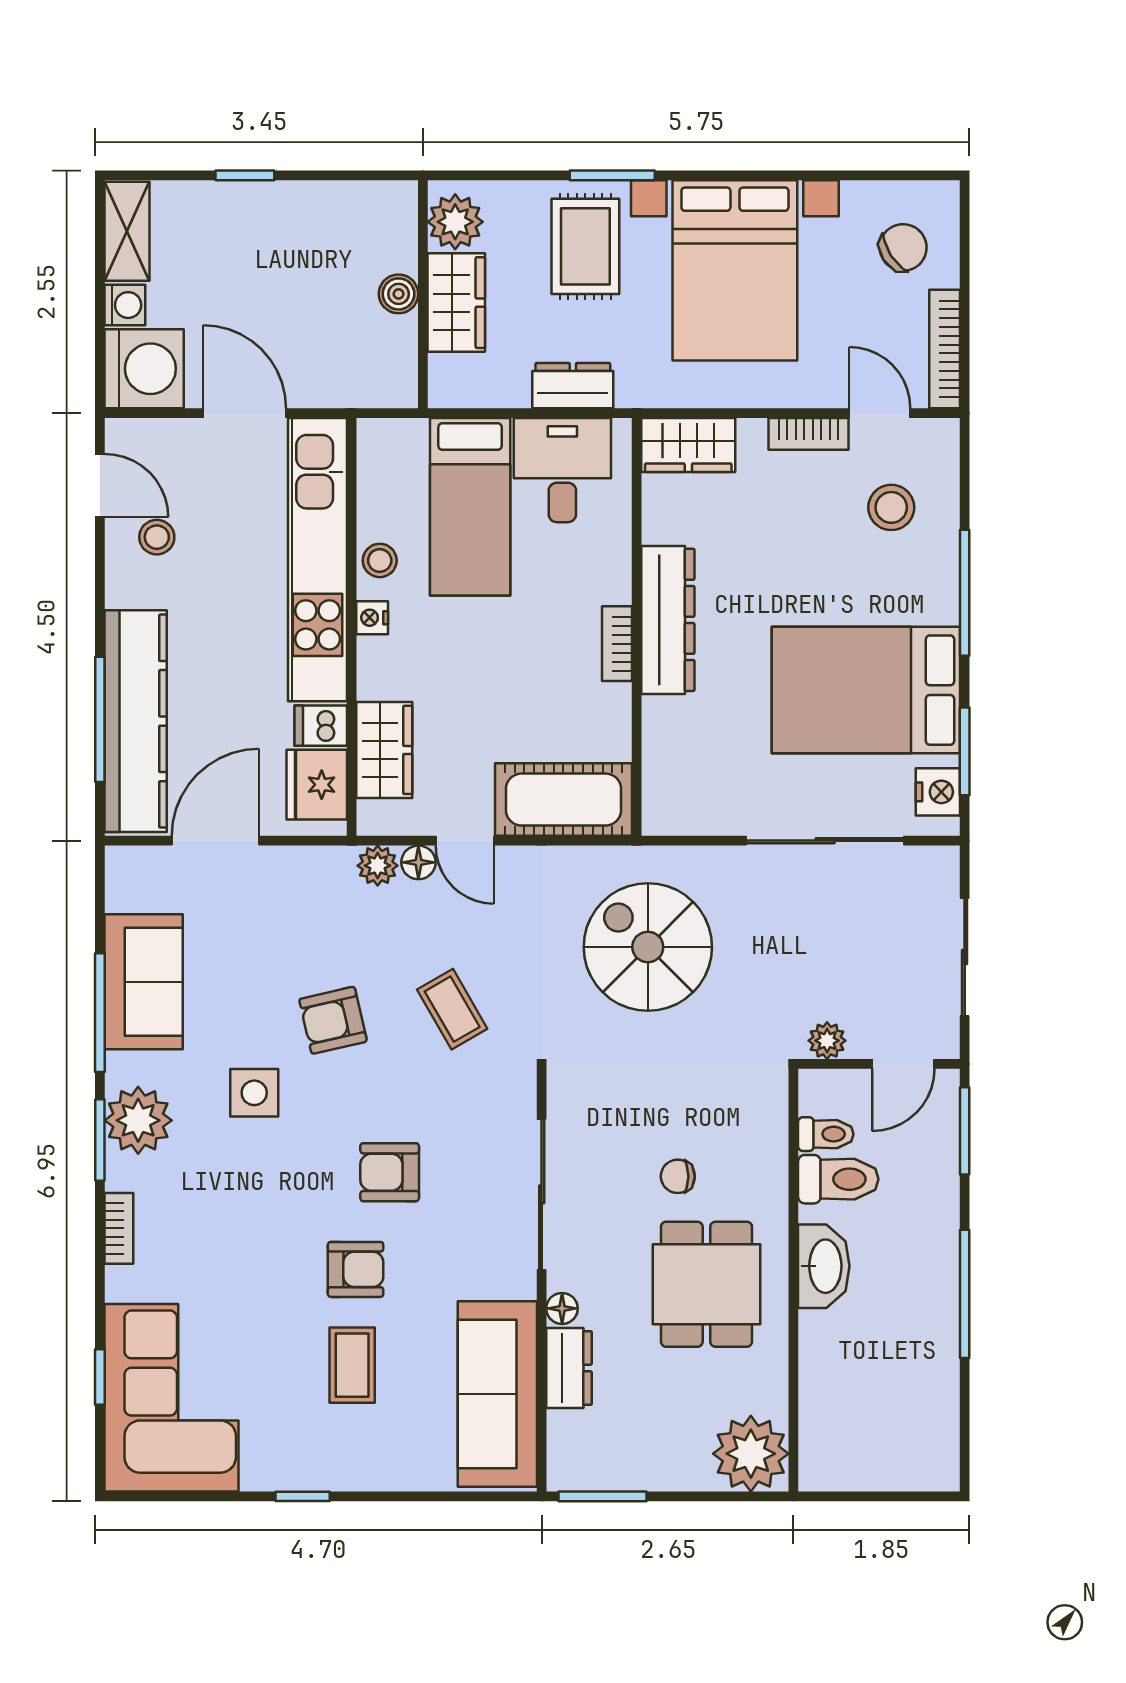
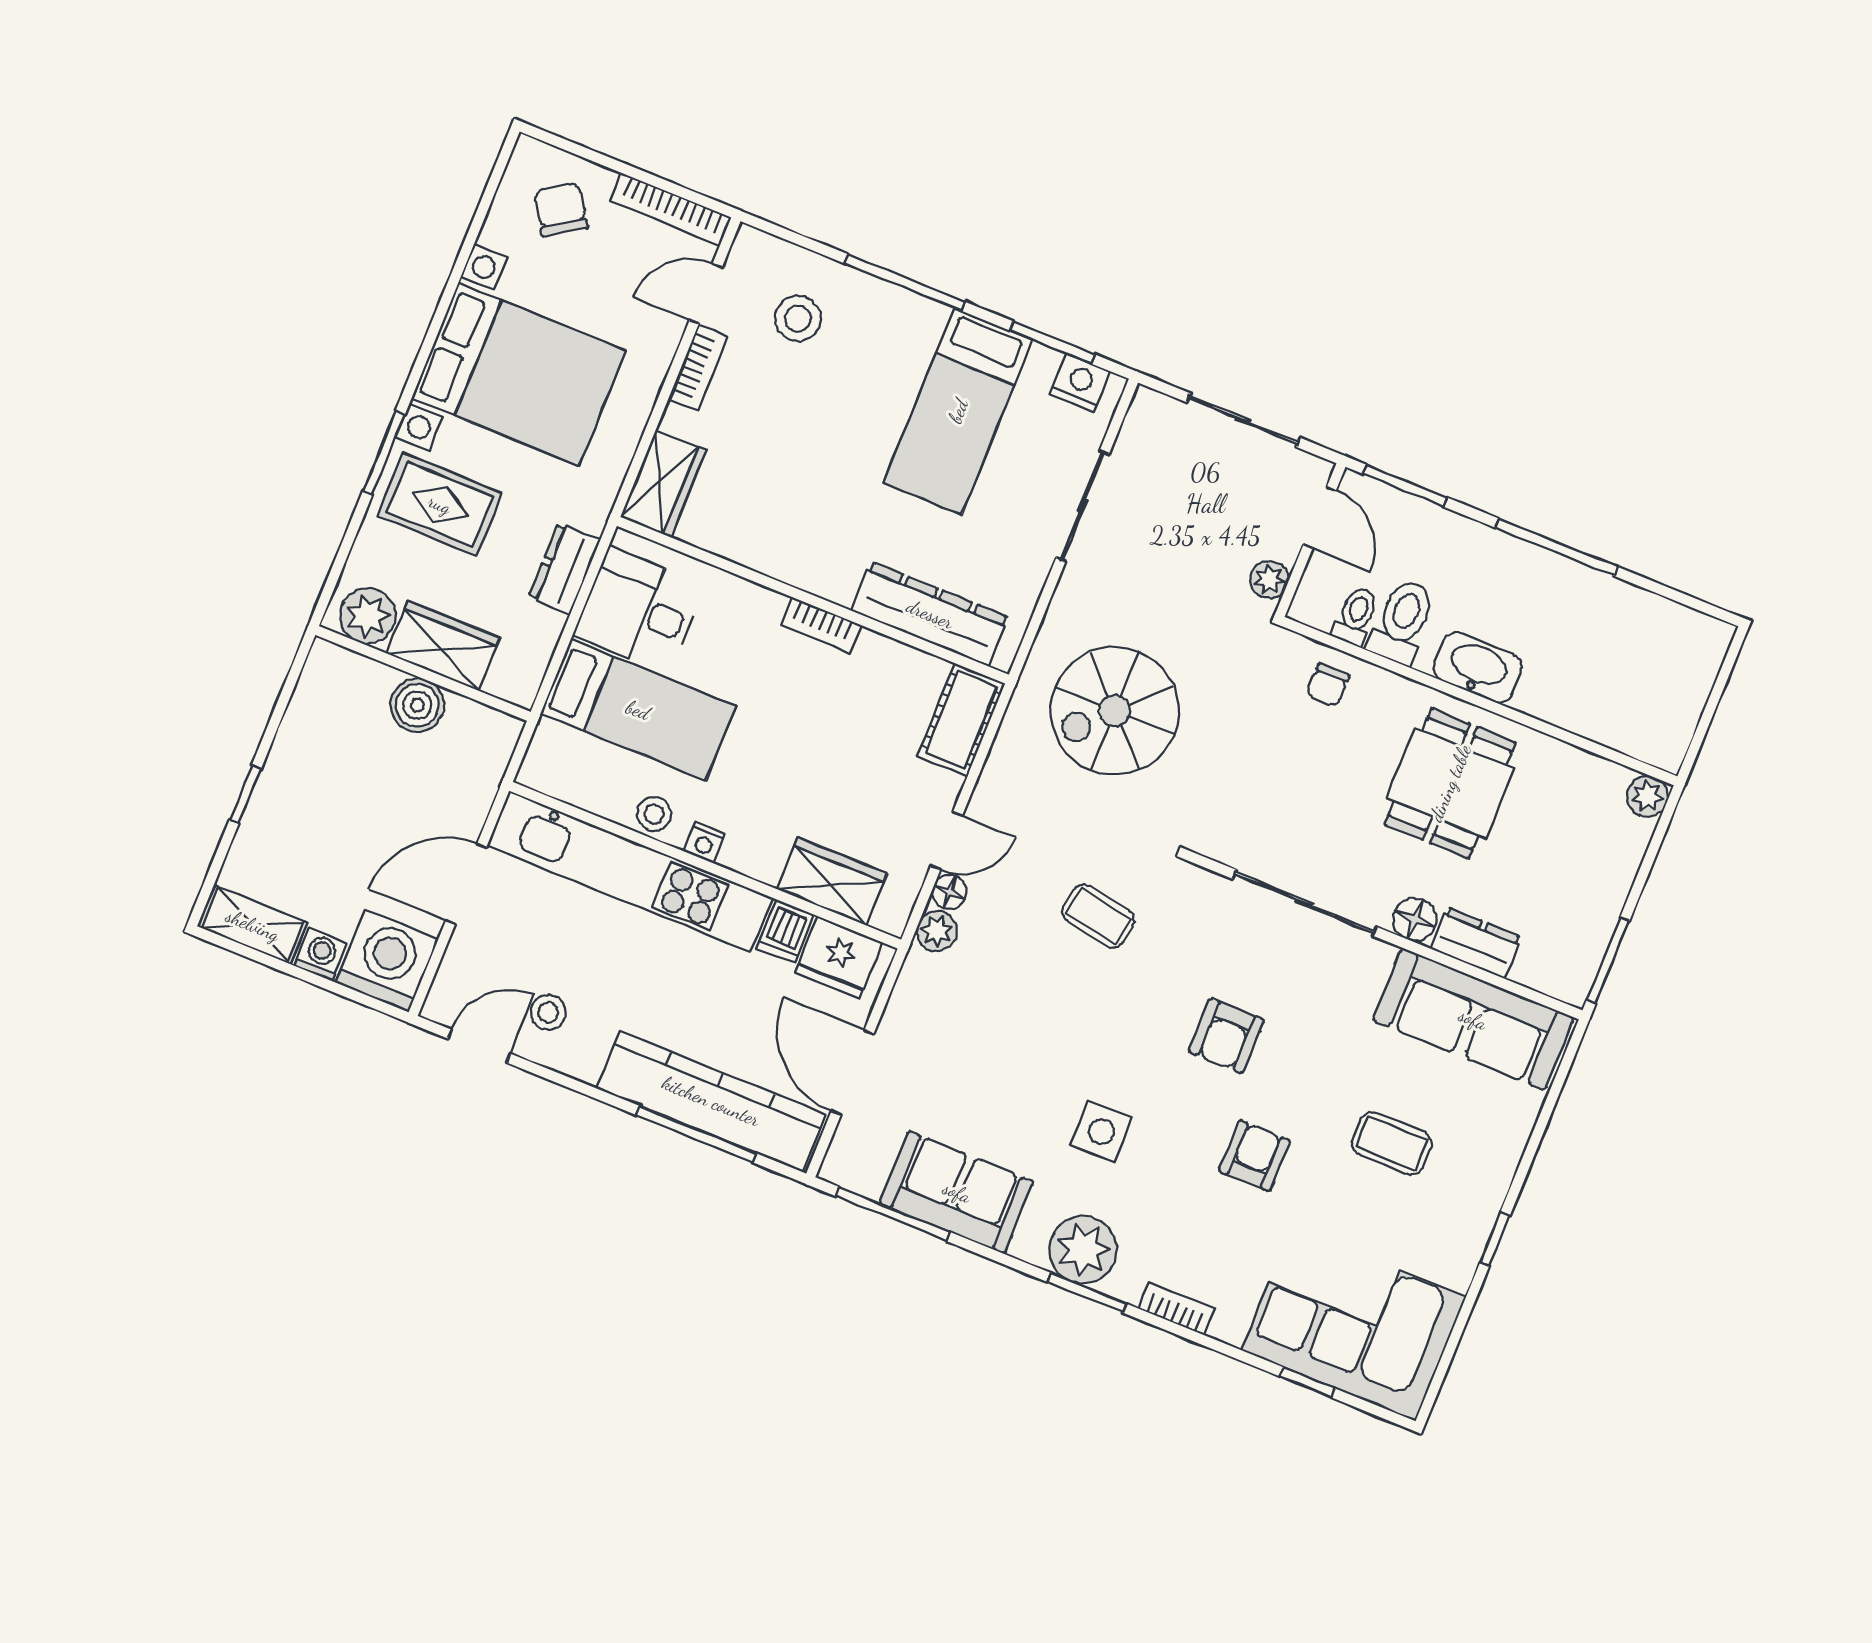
boiler: (399, 294) -> (417, 705), width x1.36, depth x1.36
dresser: (668, 620) -> (930, 614), moved
bed: (866, 690) -> (958, 411), width x0.67
cot: (563, 800) -> (961, 720), width x0.73, depth x0.75
sliding door: (825, 841) -> (1083, 506), width x0.73
coffee table: (452, 1009) -> (1099, 916), turned 40
window: (100, 1013) -> (893, 1214), moved
armchair: (333, 1020) -> (1064, 1031), removed
chair: (678, 1176) -> (1328, 685), moved
armchair: (356, 1269) -> (1254, 1156), moved
dining table: (706, 1284) -> (1450, 783), turned 90
floor lamp: (562, 1308) -> (1415, 919), width x1.37, depth x1.37
plant: (751, 1454) -> (1647, 796), width x0.53, depth x0.53

